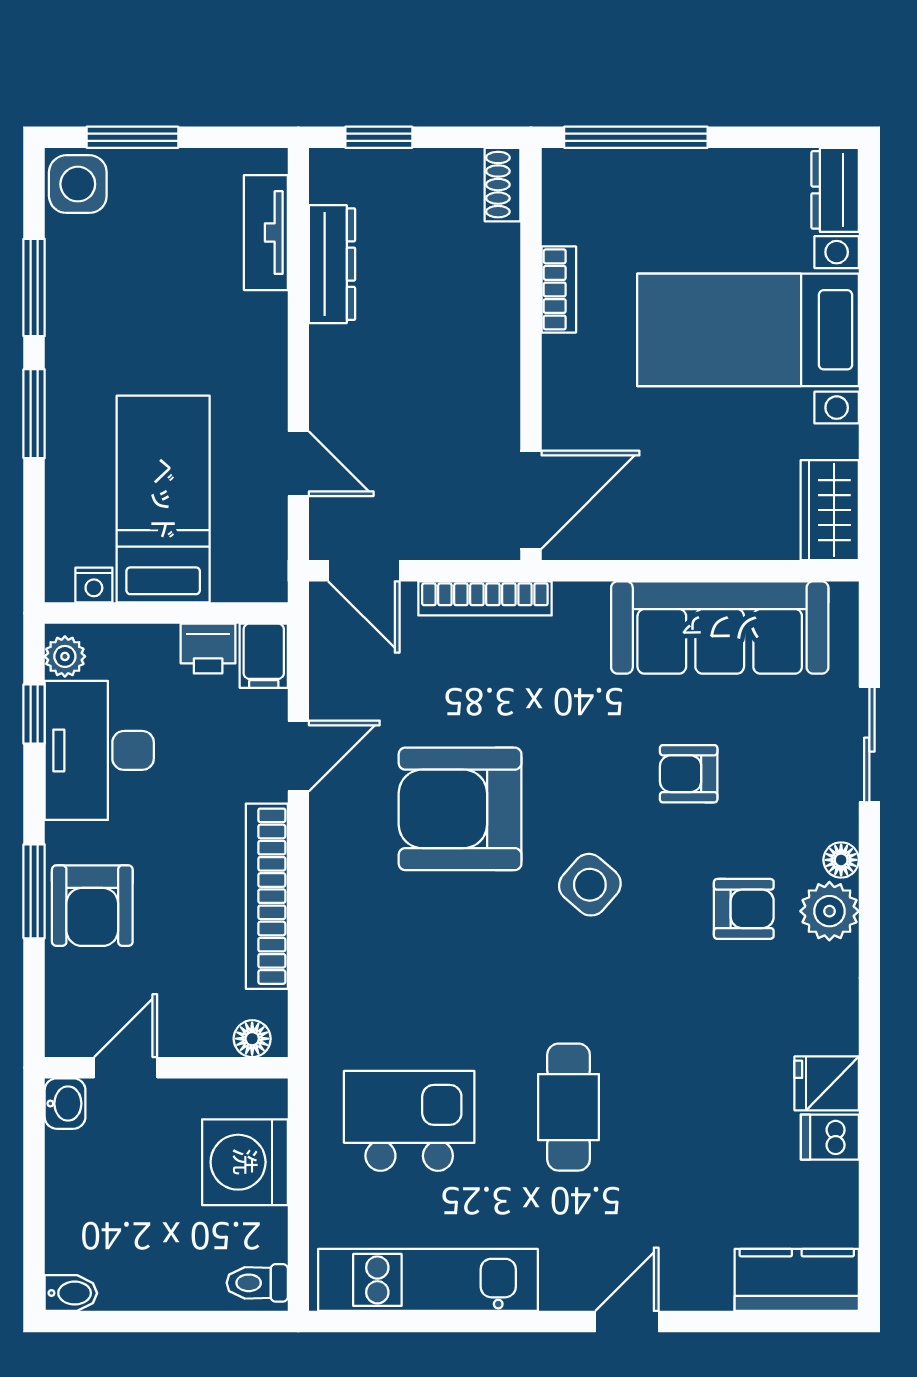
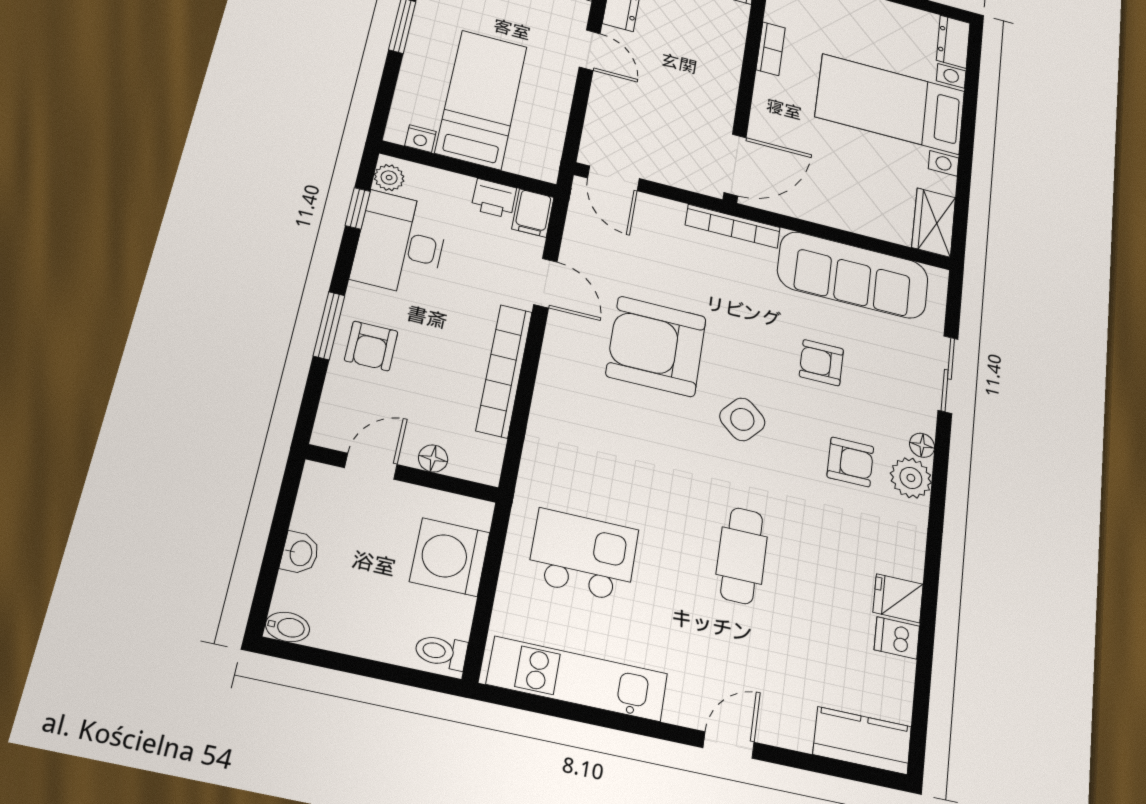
door: (298, 464) -> (590, 50), moved
bookcase: (485, 598) -> (733, 226), moved
door: (298, 756) -> (545, 283), hinge flipped
armchair: (92, 906) -> (371, 346), width x0.72, depth x0.72
floor lamp: (252, 1039) -> (433, 458), moved
washbasin: (65, 1104) -> (300, 553), moved
cafe table: (569, 1107) -> (742, 555), moved

